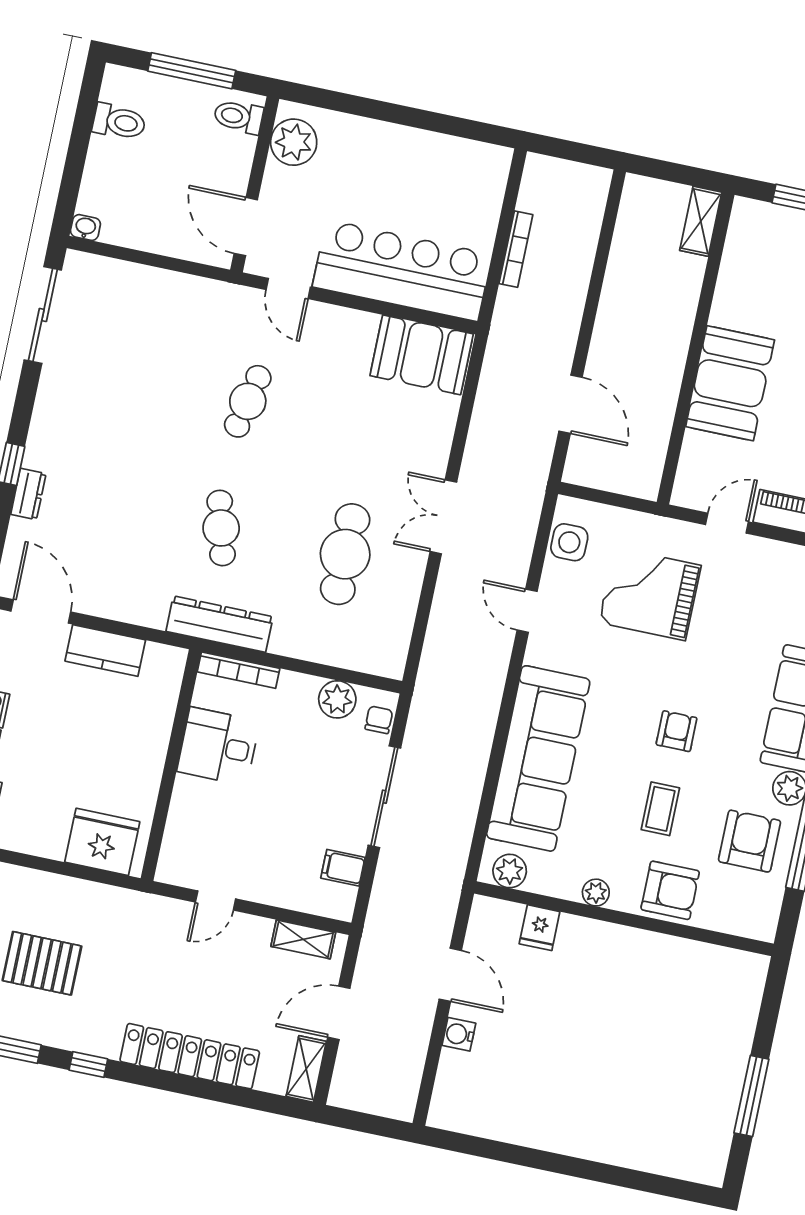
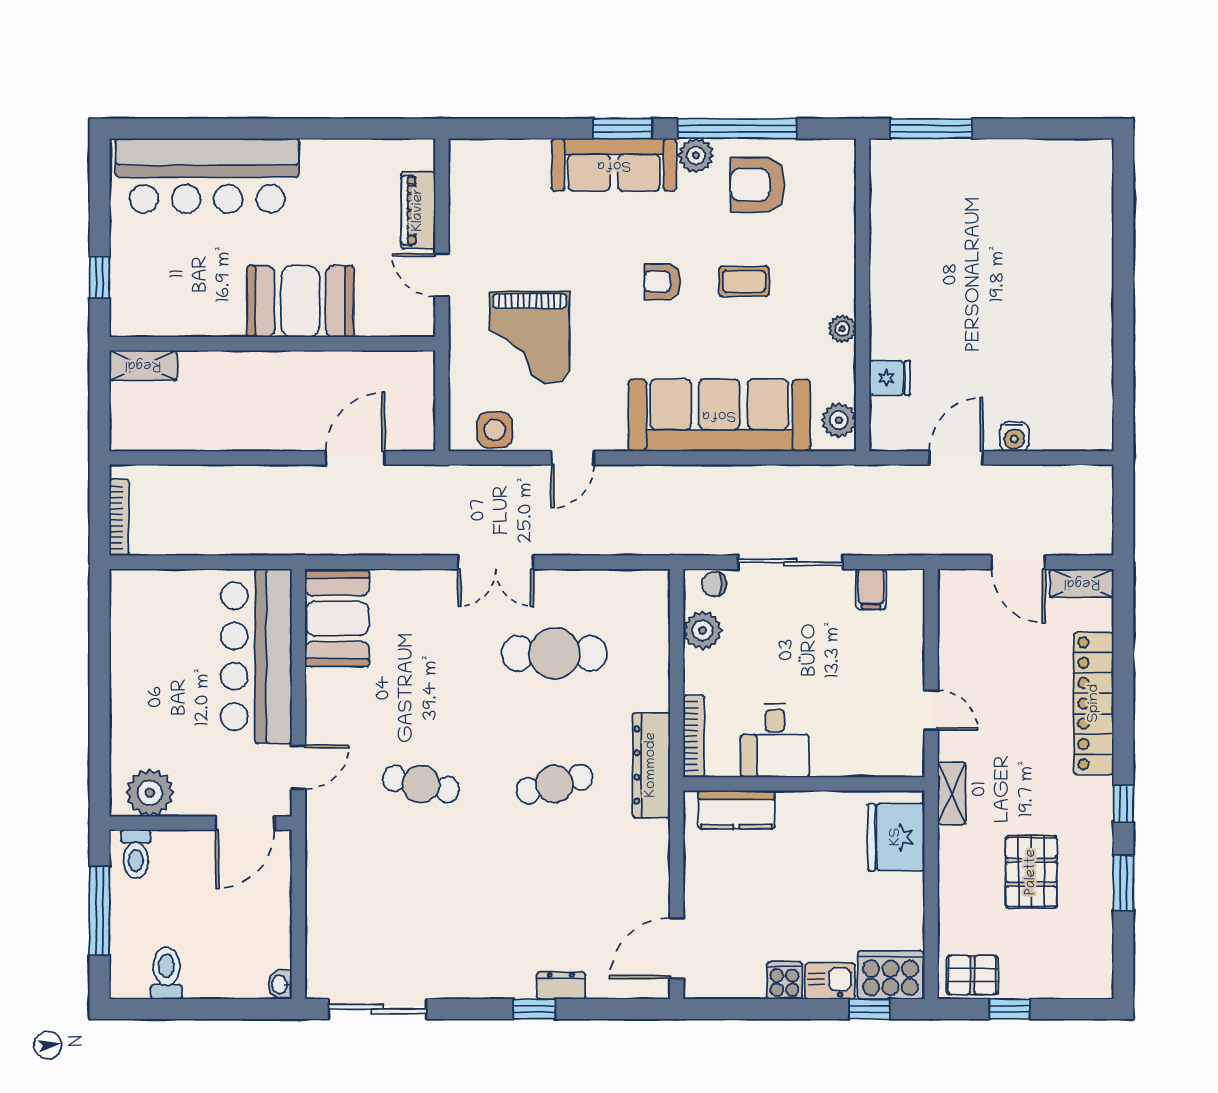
bookcase: (516, 249) -> (119, 517), moved, turned 90
kitchen counter: (105, 651) -> (736, 810), moved, turned 90
armchair: (670, 890) -> (824, 254), removed
shelving: (303, 939) -> (952, 793), moved
window: (751, 1096) -> (931, 129), moved

